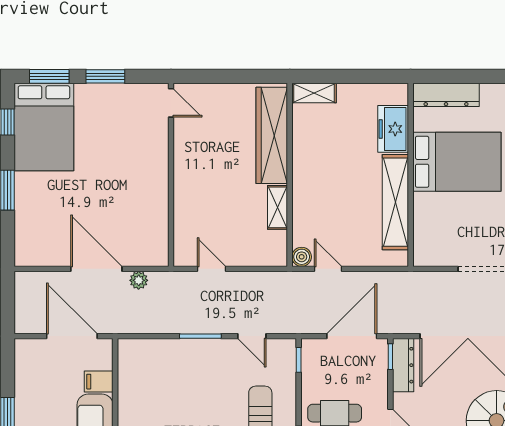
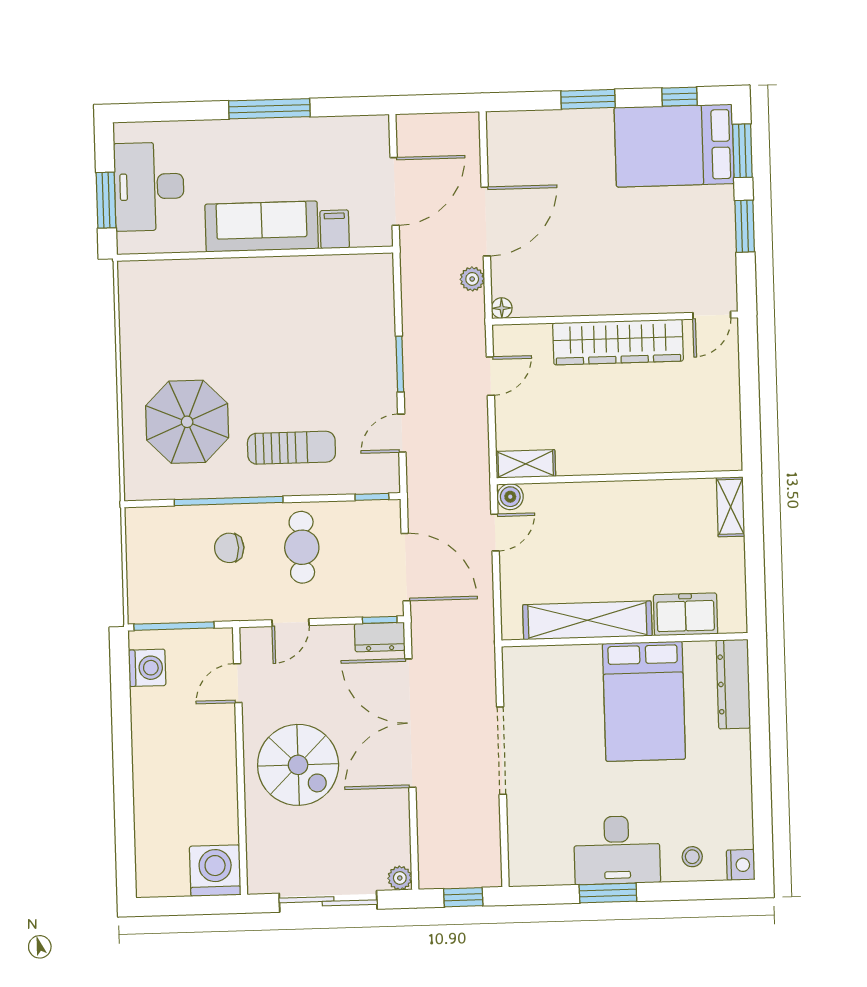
wardrobe: (272, 135) -> (618, 342), moved, turned 180
shelving: (278, 207) -> (526, 464), moved
floor lamp: (161, 259) -> (502, 308), added
dresser: (403, 365) -> (380, 637), width x0.70

